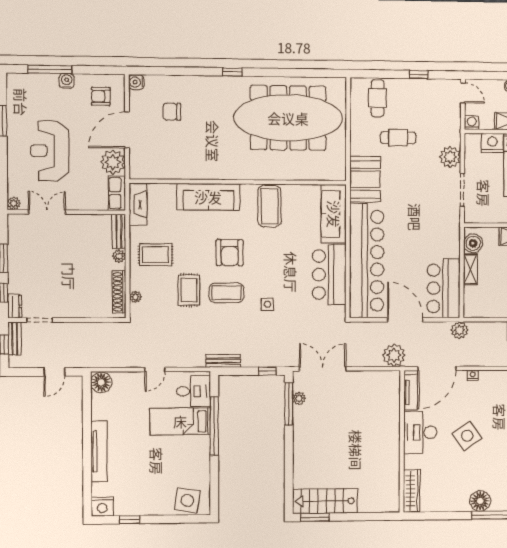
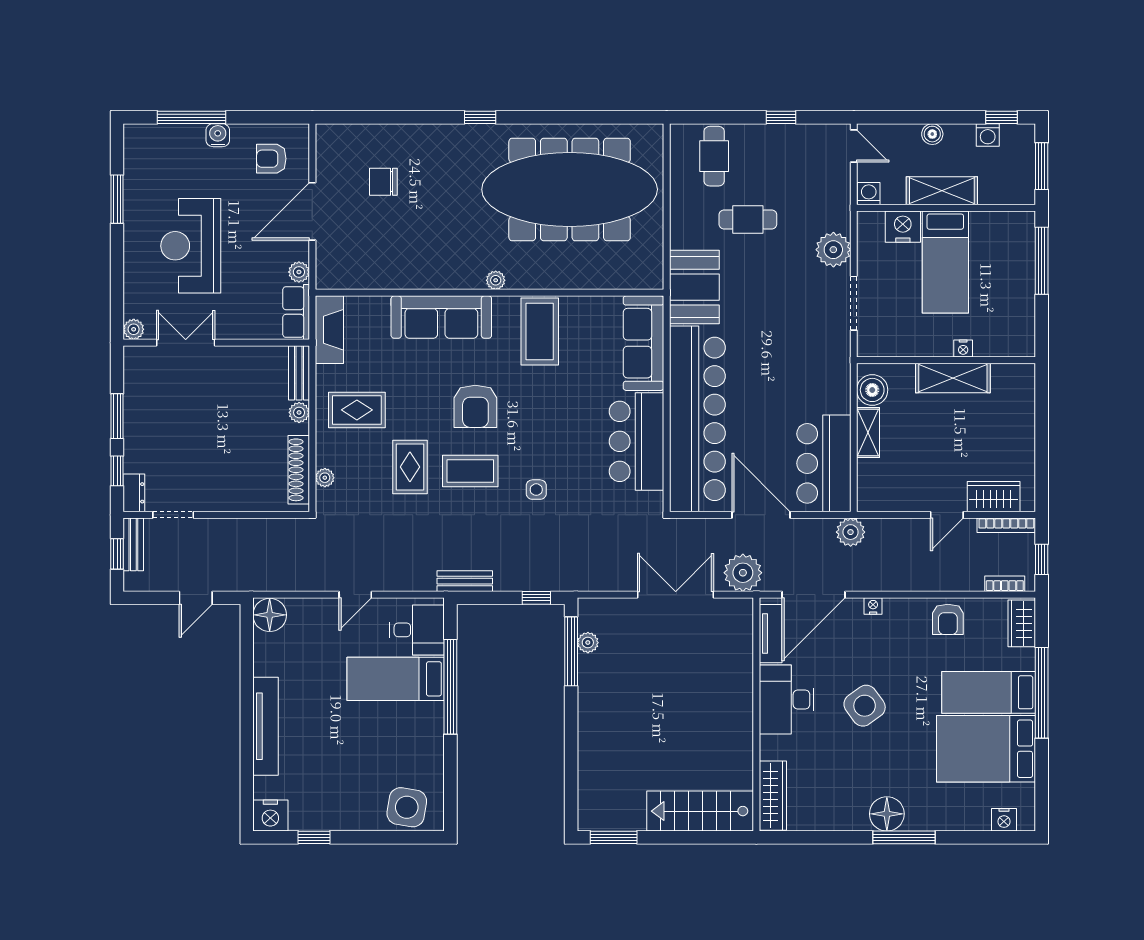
water cooler: (136, 82) -> (327, 136), removed
plant: (113, 162) -> (299, 272), width x0.53, depth x0.53
plant: (242, 174) -> (496, 280), added
double door: (323, 369) -> (676, 595), moved
stairs: (325, 501) -> (700, 811), moved

